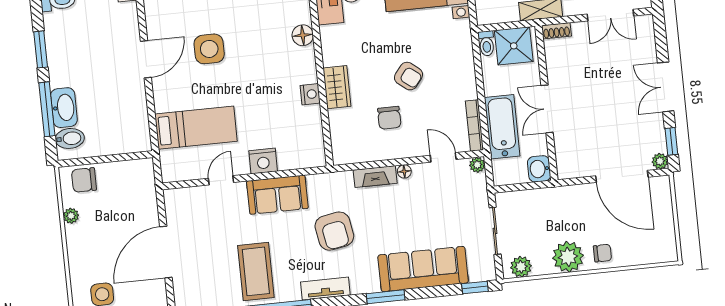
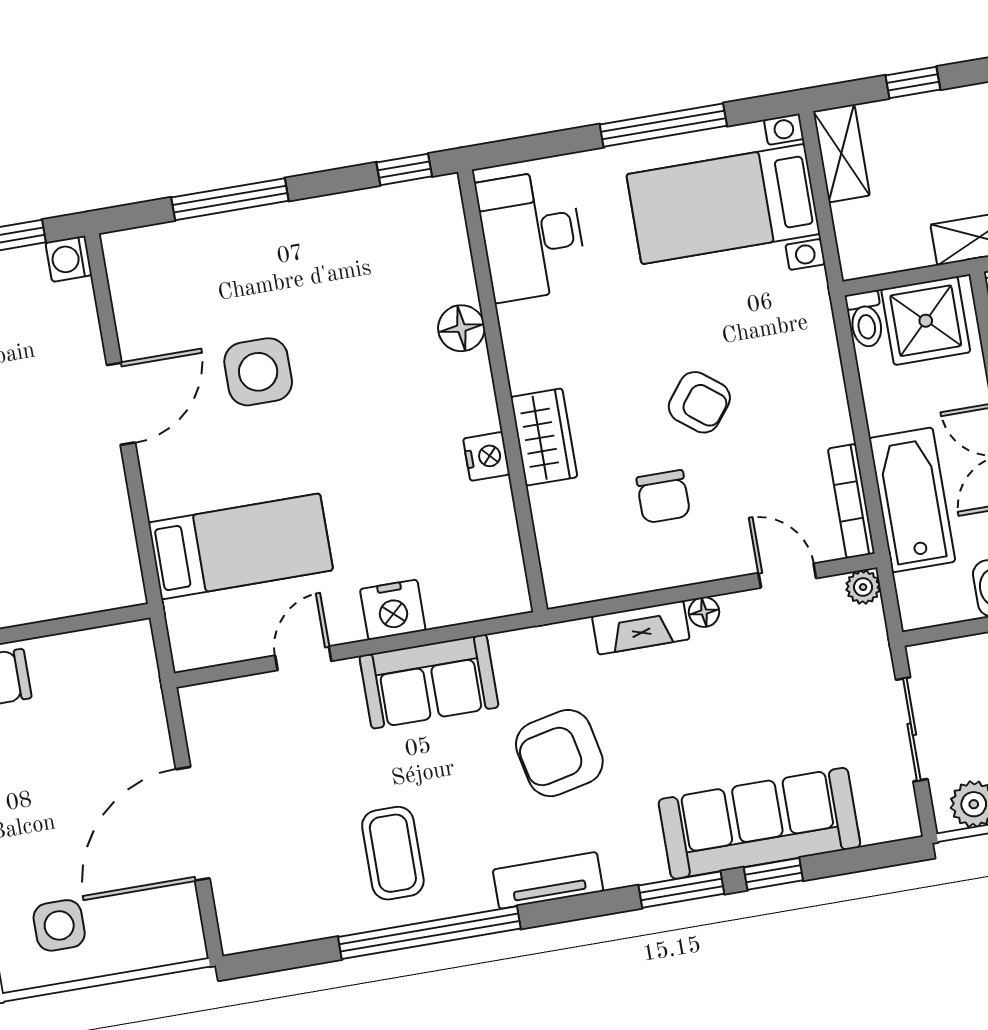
armchair: (334, 231) -> (559, 753), turned 88
coffee table: (256, 271) -> (393, 853), width x0.73, depth x0.76
window: (475, 287) -> (773, 874), moved

